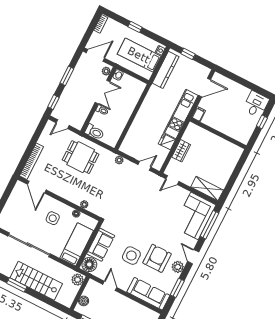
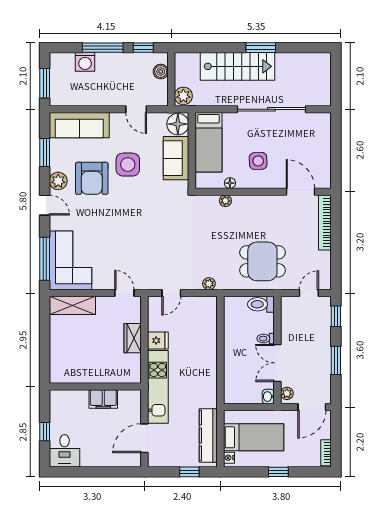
filing cabinet: (199, 114) -> (103, 399), moved, width x2.00
door: (172, 180) -> (124, 293), hinge flipped

